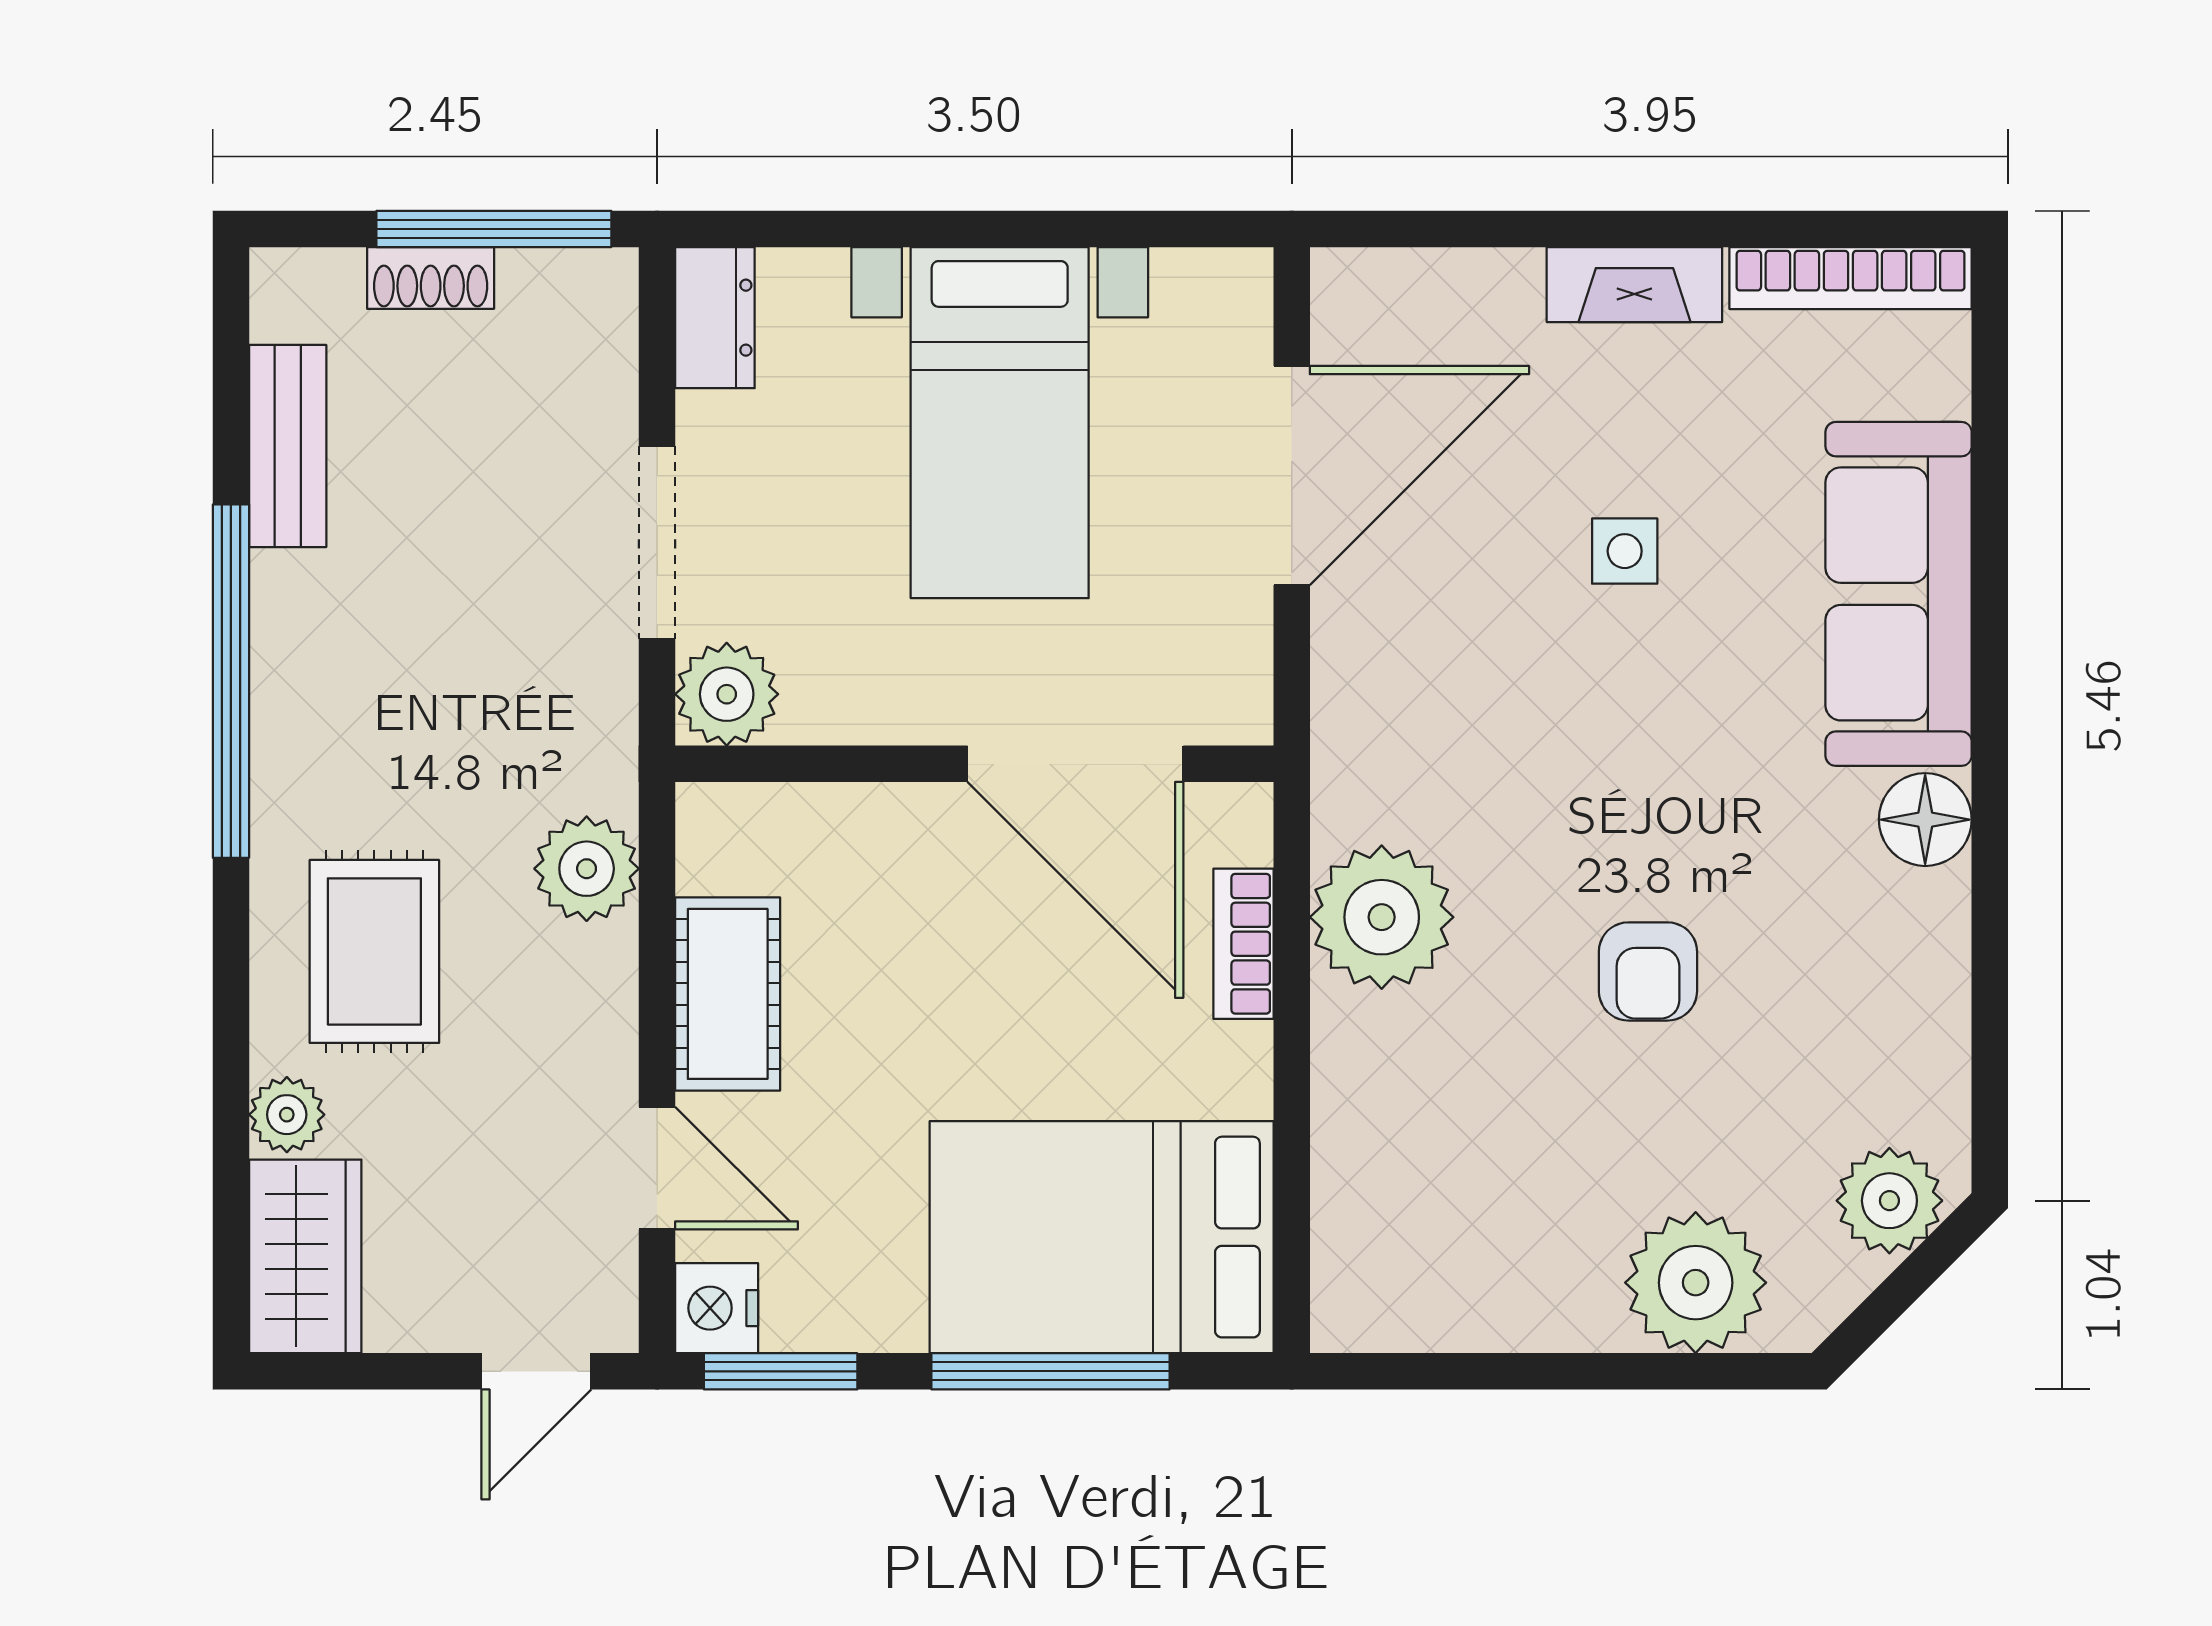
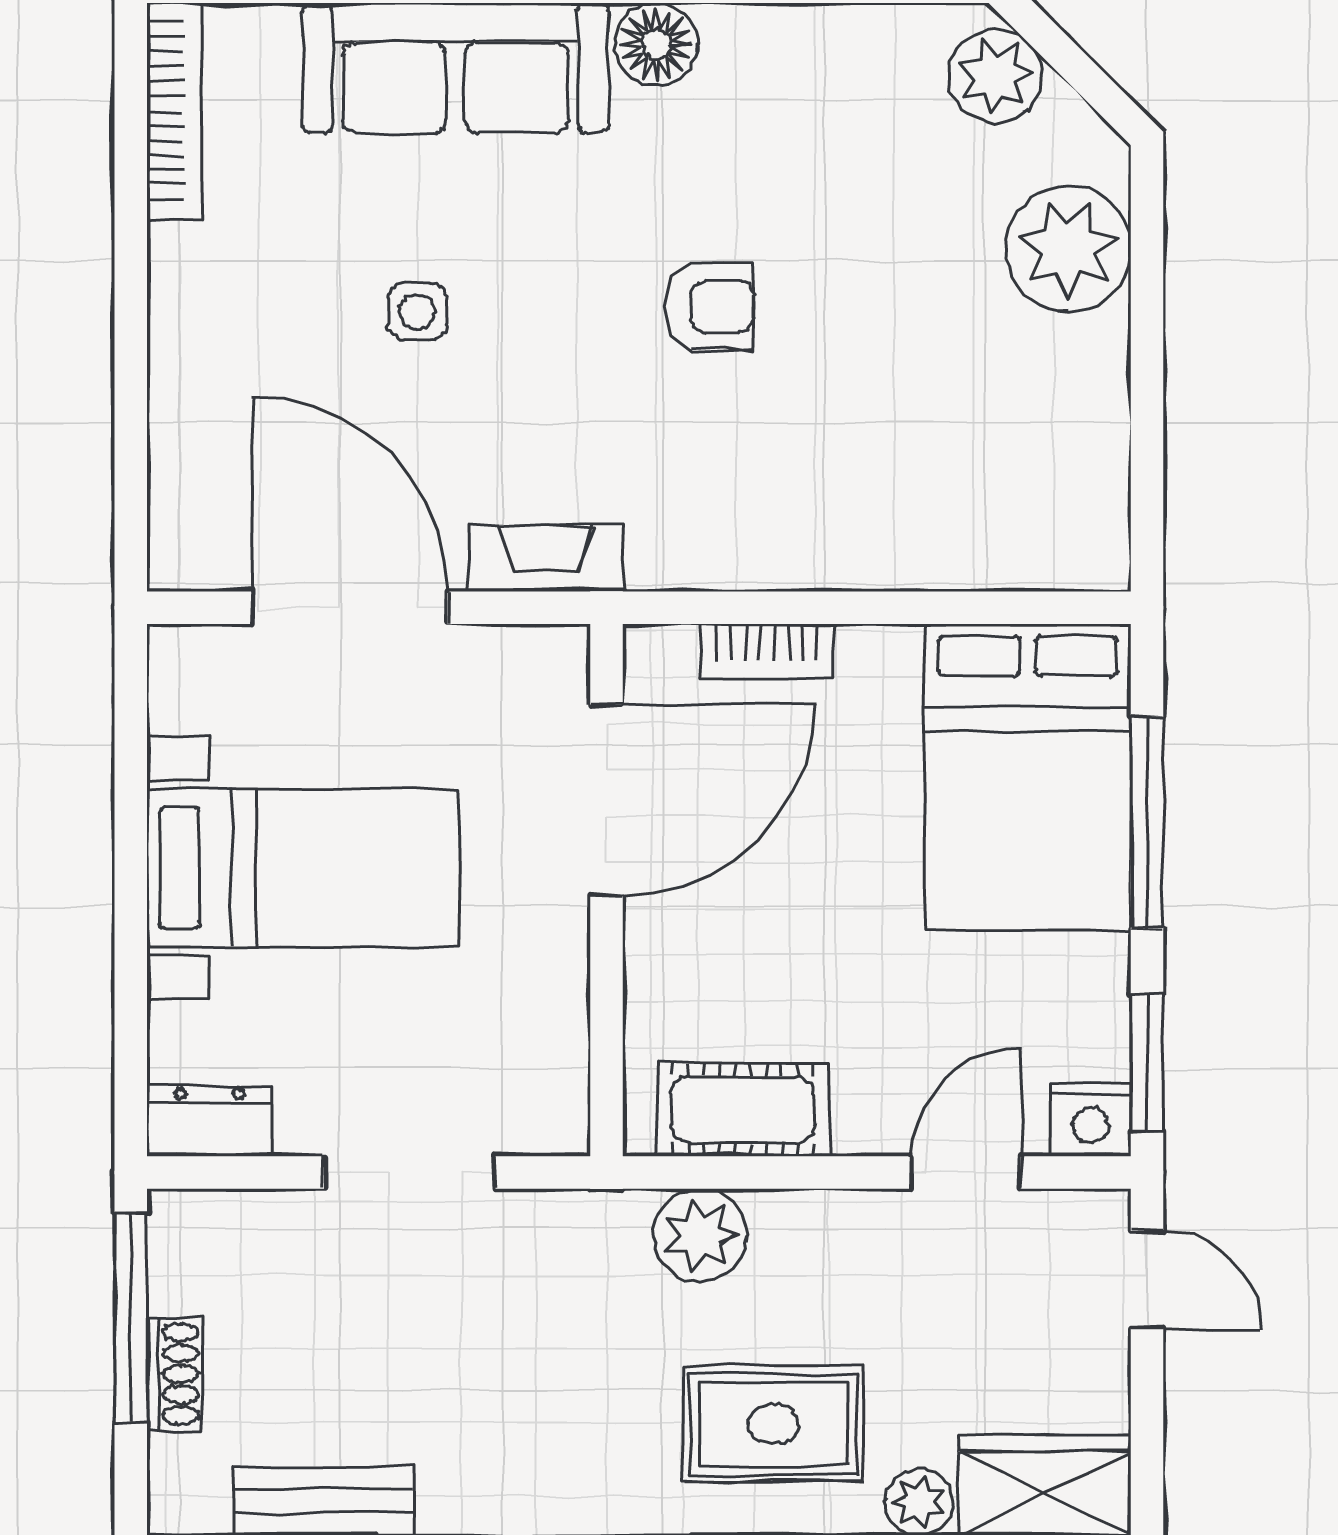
fireplace: (1634, 285) -> (546, 558), moved, turned -90
plant: (727, 694) -> (545, 1110), removed
plant: (1382, 917) -> (743, 528), removed
armchair: (1648, 971) -> (710, 307), moved
cot: (728, 994) -> (743, 1110), moved

